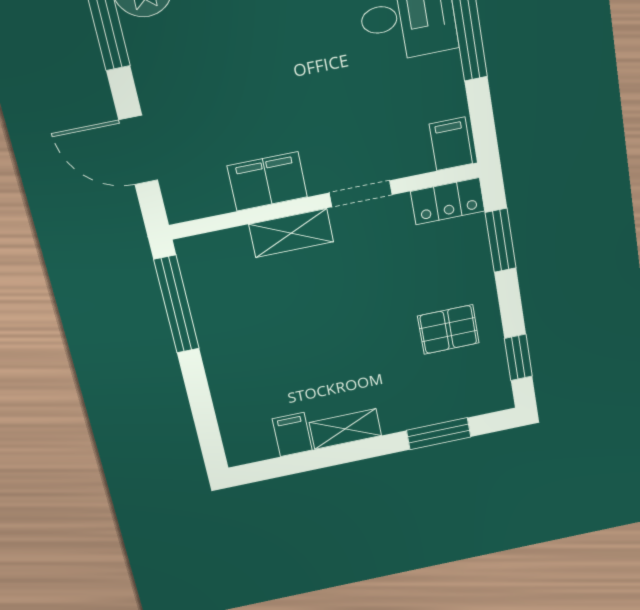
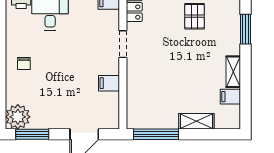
filing cabinet: (267, 181) -> (109, 83), width x0.50
shelving: (291, 233) -> (196, 121), moved, turned 90

